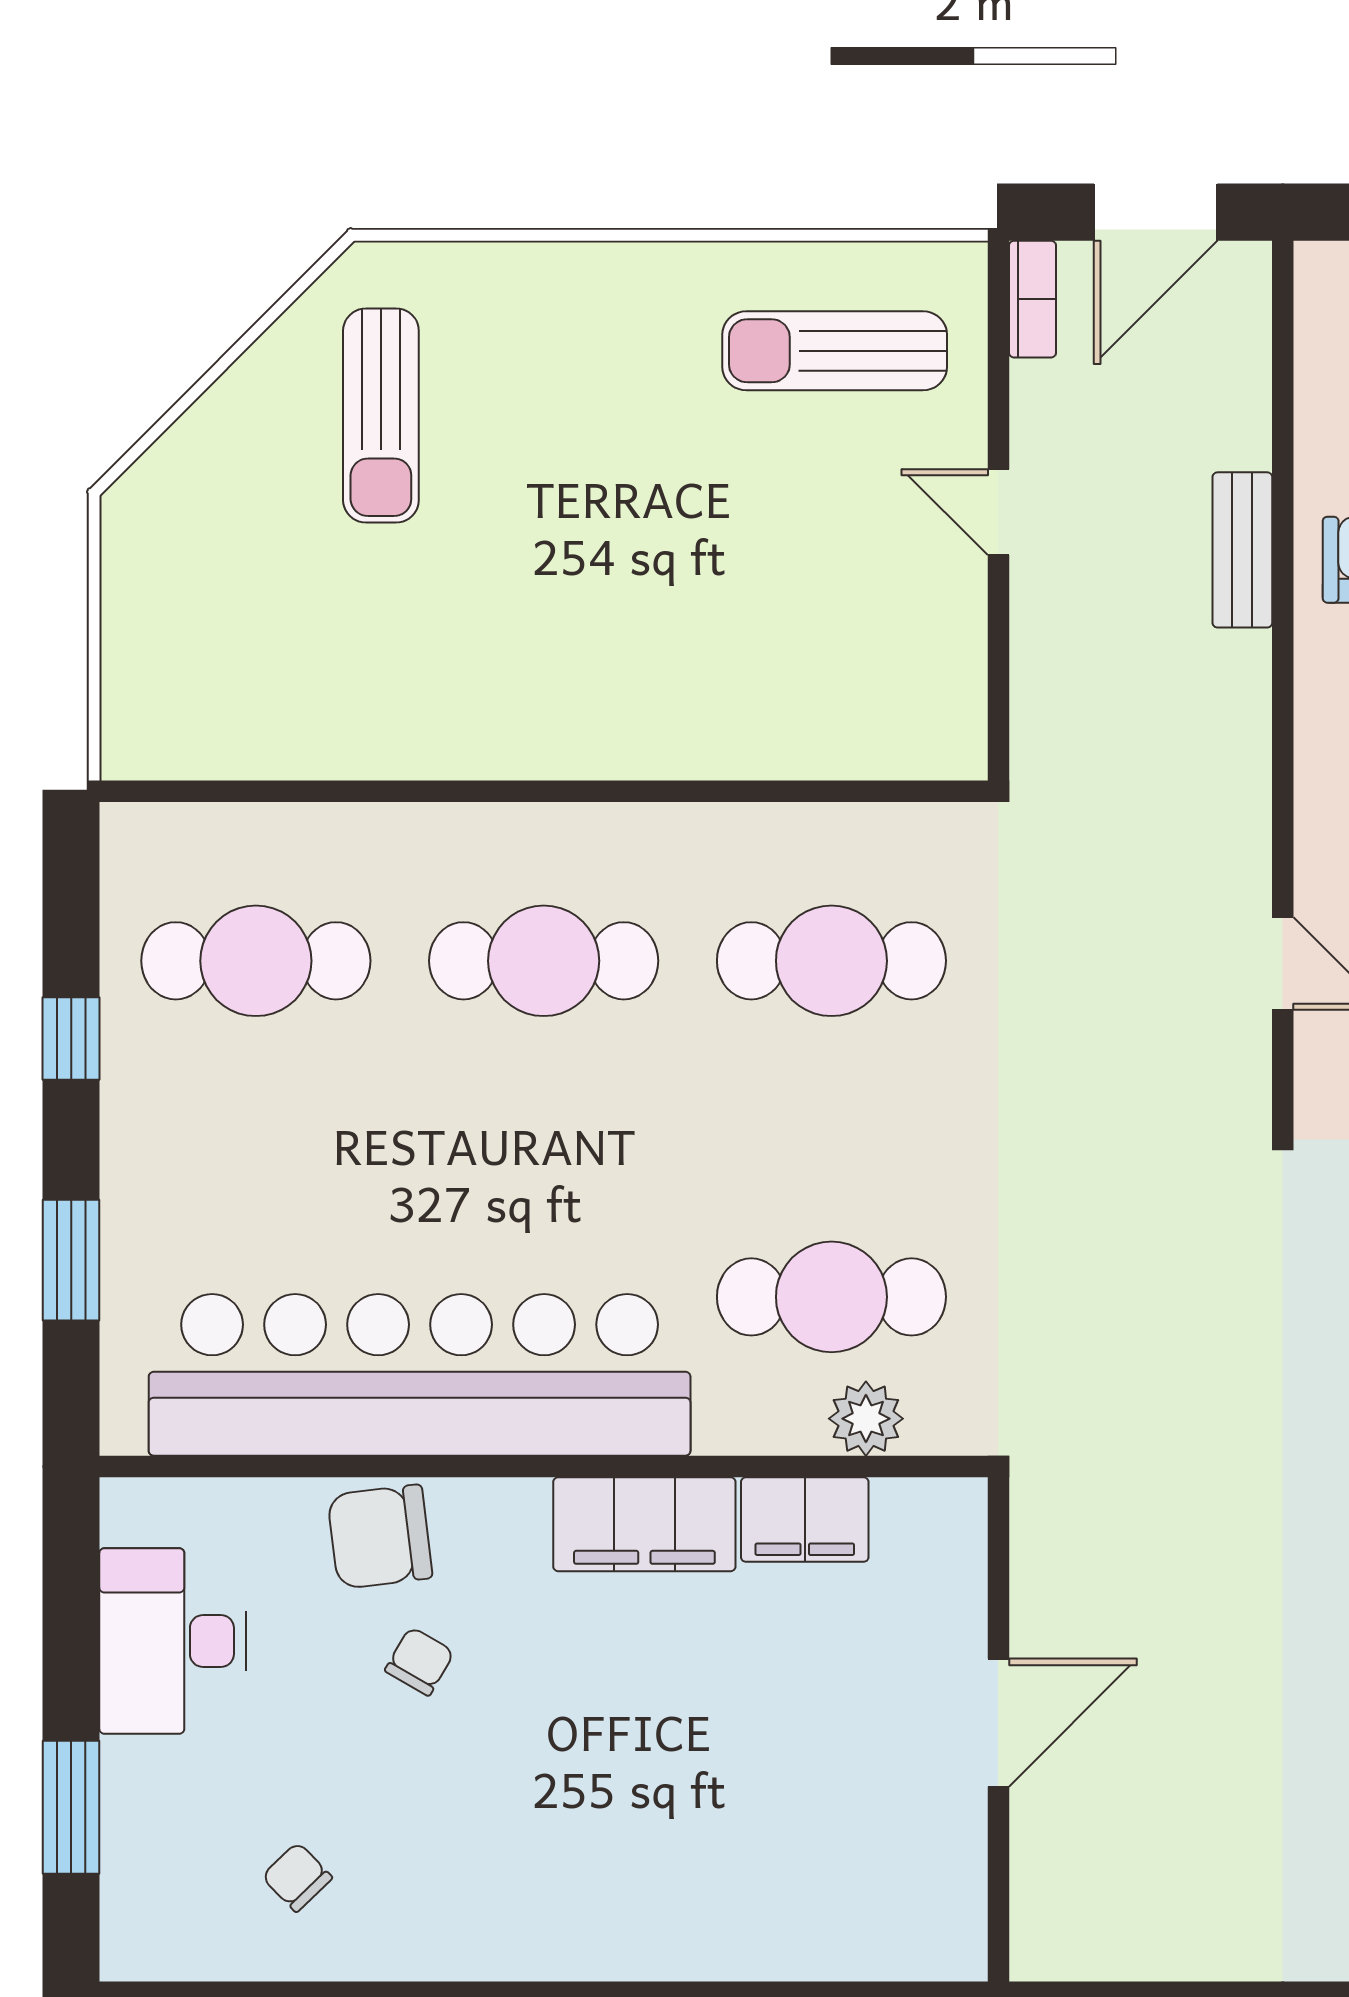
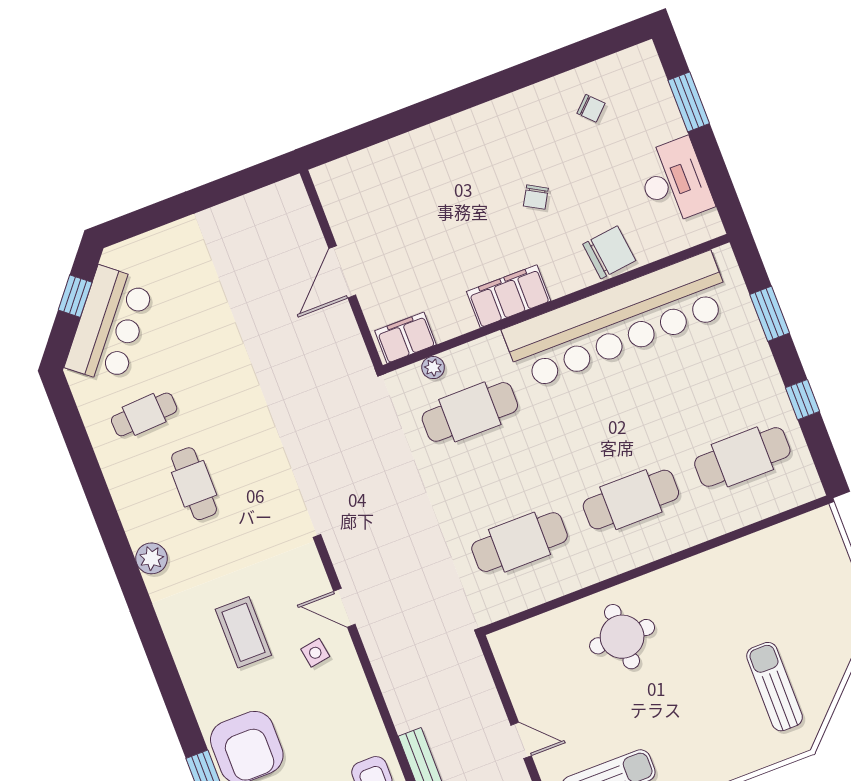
round table: (682, 659) -> (622, 637), added
plant: (866, 1419) -> (433, 368), width x0.73, depth x0.73
filing cabinet: (805, 1520) -> (405, 338), moved
chair: (420, 1661) -> (536, 197), moved

